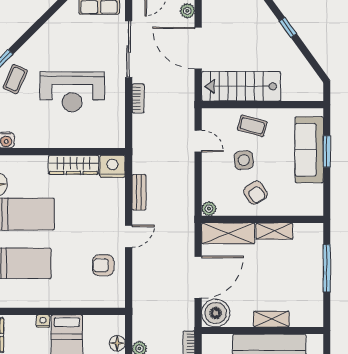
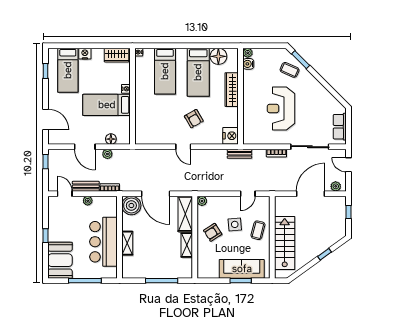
stairs: (241, 86) -> (285, 243), moved
wardrobe: (73, 165) -> (232, 90), moved
bench: (139, 192) -> (240, 154), moved
armchair: (103, 265) -> (194, 119), moved, turned 150

